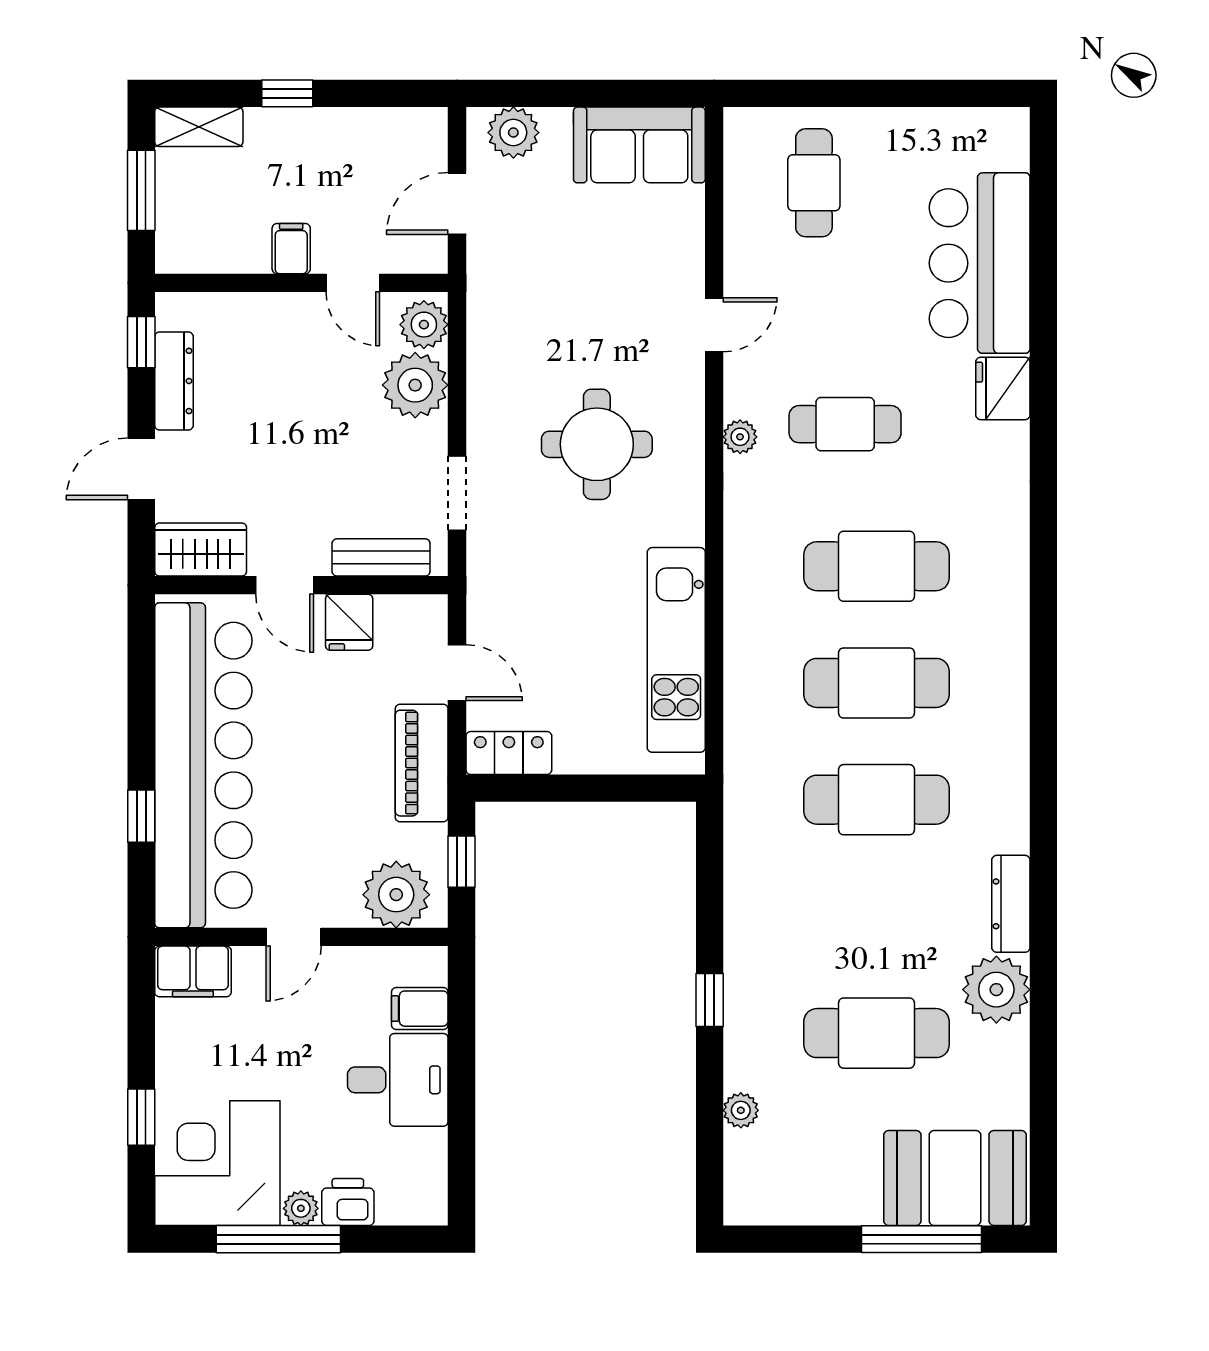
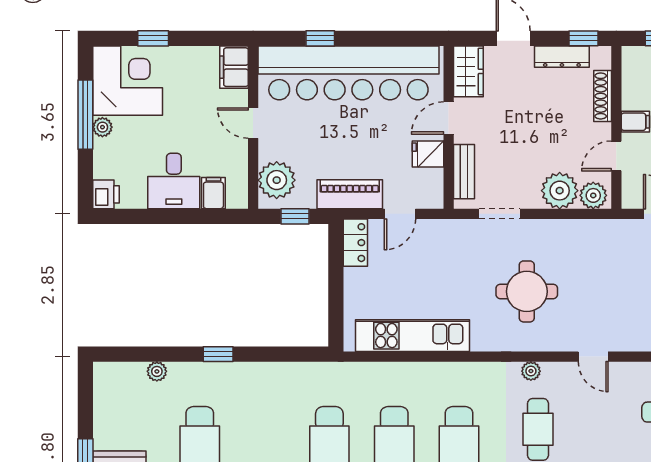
shoe rack: (245, 308) -> (603, 96), added
printer: (348, 1202) -> (106, 194), moved

